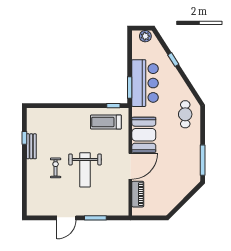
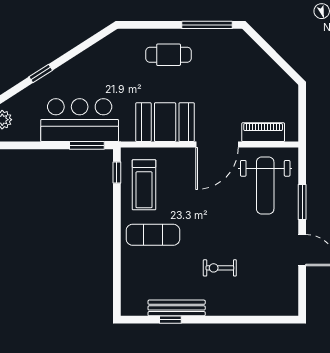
cafe table: (185, 114) -> (169, 55), moved
exercise mat: (76, 127) -> (153, 235), added
bench: (31, 146) -> (177, 308), width x1.36
door: (130, 166) -> (217, 144), swing flipped
weight bench: (85, 170) -> (265, 185), moved, turned 90

